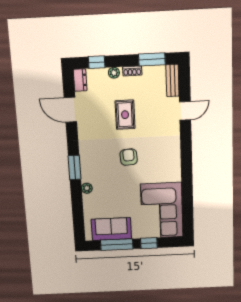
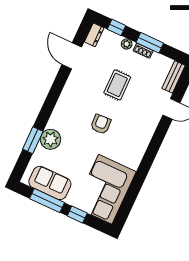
window: (152, 59) -> (150, 43), moved
window: (75, 168) -> (33, 140), moved
plant: (87, 188) -> (50, 139), width x1.87, depth x1.87

